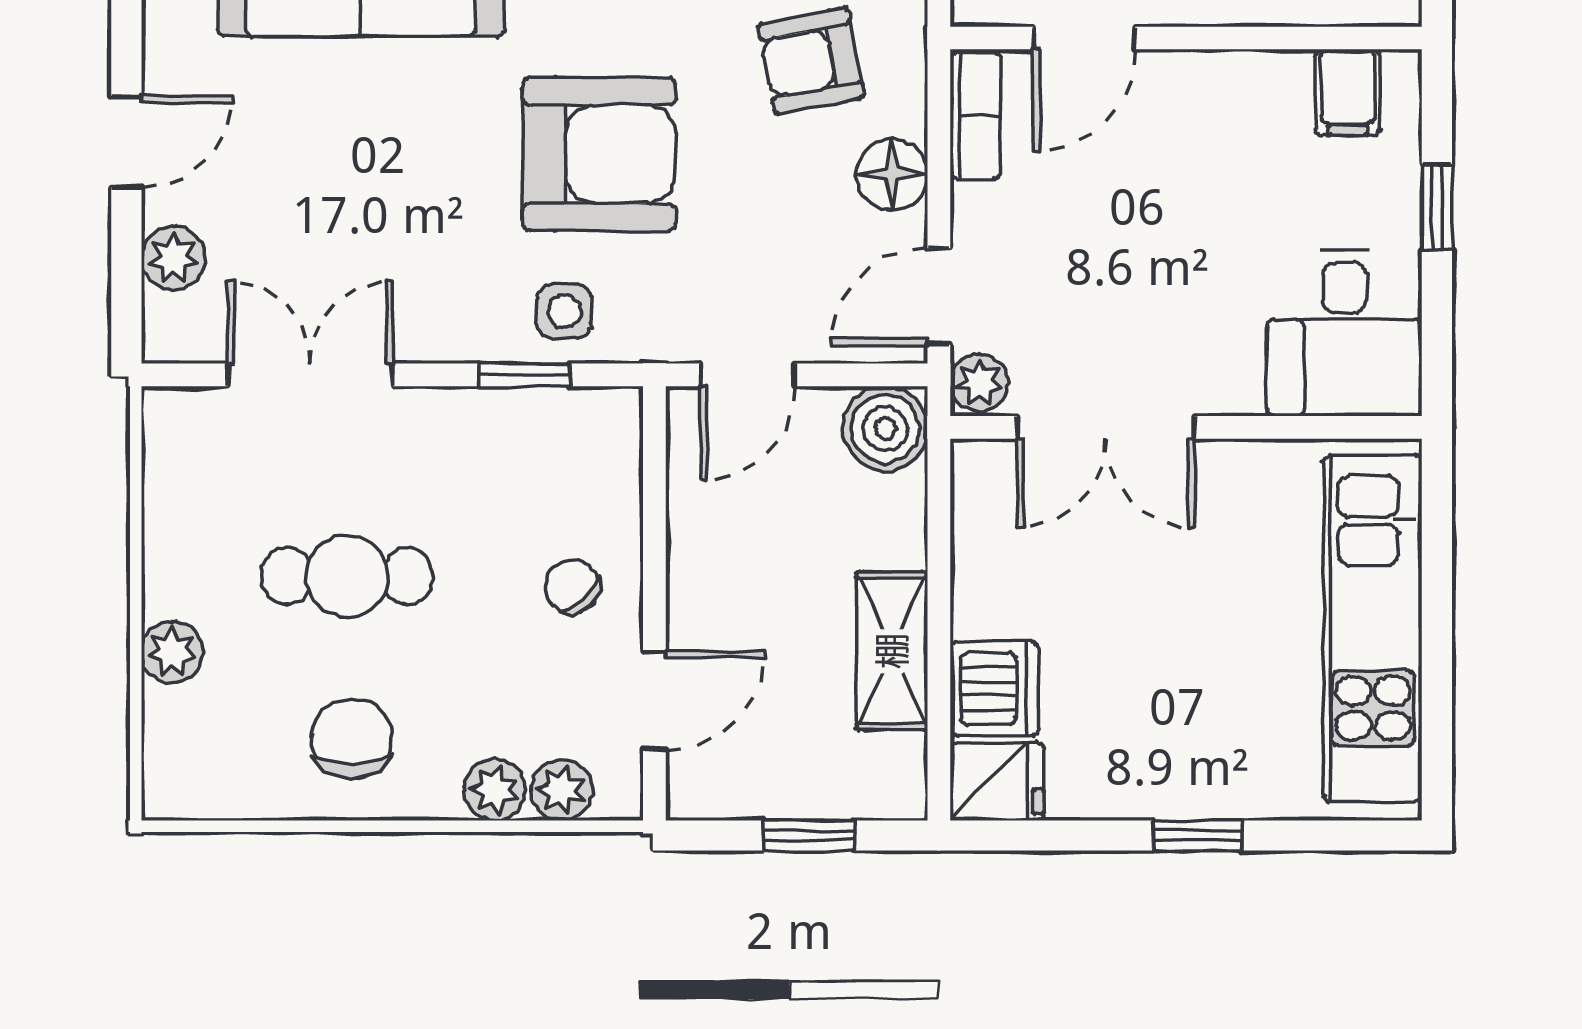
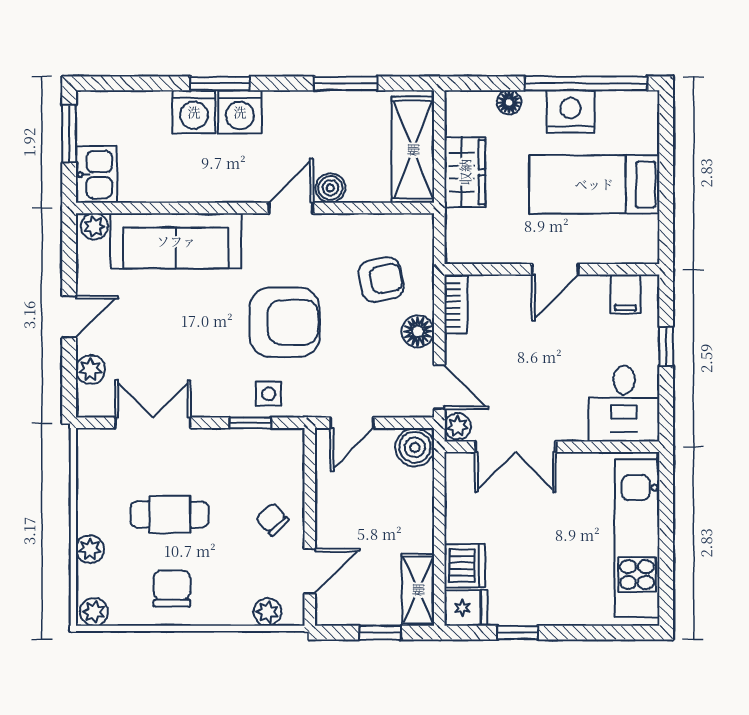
door: (1084, 38) -> (555, 269), moved
armchair: (811, 61) -> (381, 280), turned 180
door: (939, 296) -> (439, 387), swing flipped
shelving: (892, 651) -> (418, 590), moved
plant: (495, 790) -> (94, 612), moved
window: (1197, 836) -> (518, 633), moved

